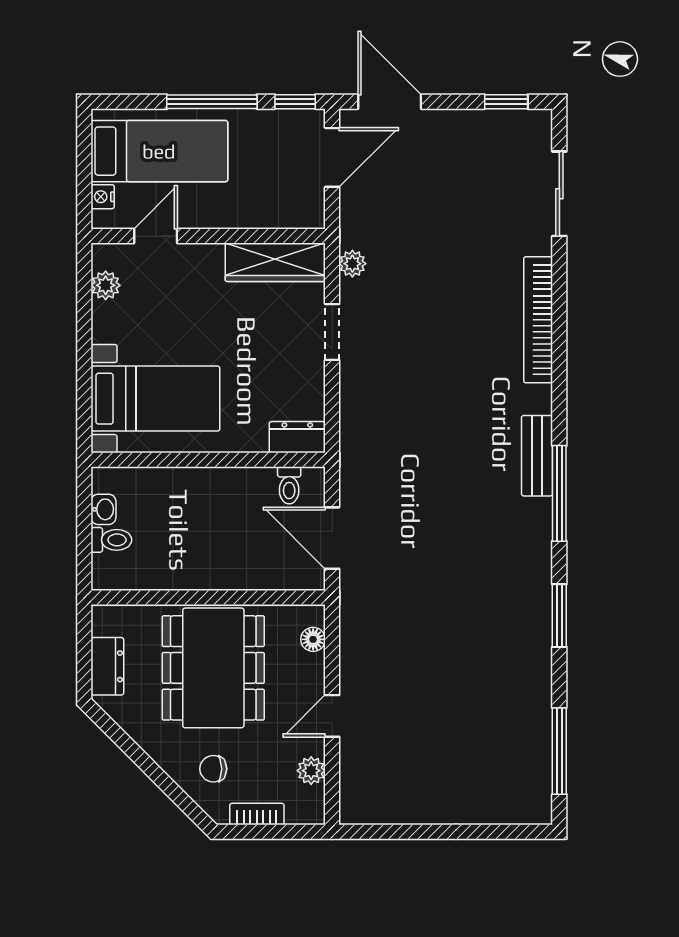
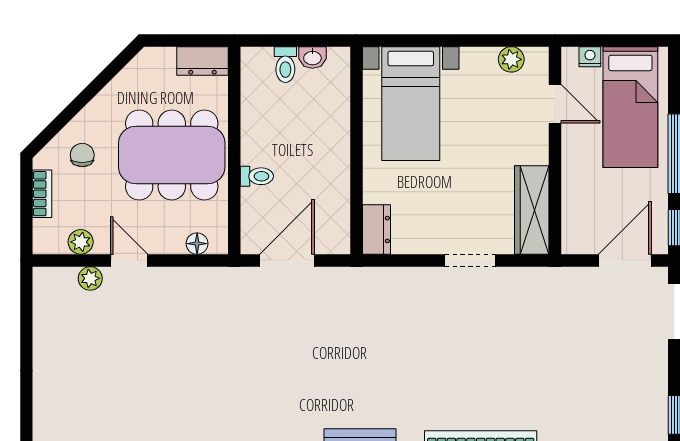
door: (332, 157) -> (625, 260), swing flipped
plant: (352, 264) -> (90, 278), moved
toilet: (289, 485) -> (257, 176), moved, turned 180
dresser: (107, 666) -> (202, 61), moved

